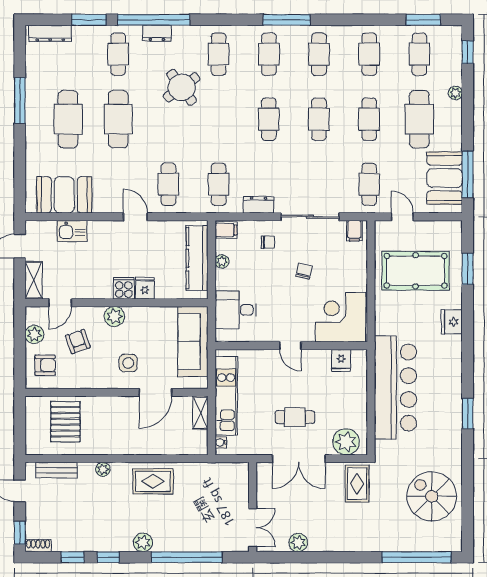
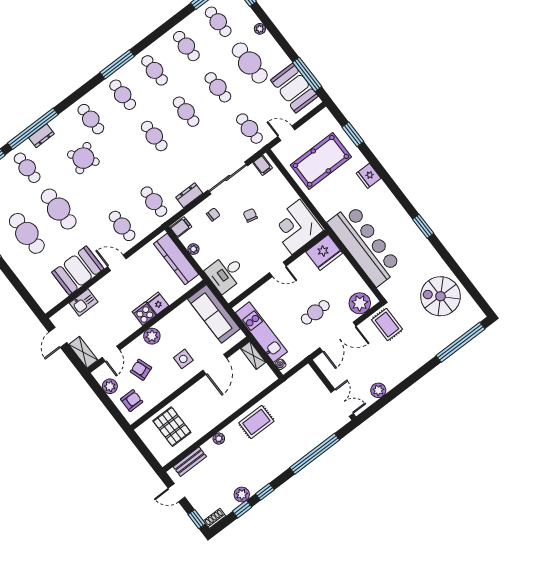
booth: (64, 195) -> (78, 271), moved
fridge: (341, 361) -> (324, 252), width x1.88, depth x1.34
plant: (143, 542) -> (242, 495), moved

